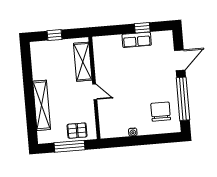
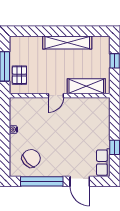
row of seats: (137, 40) -> (103, 163), moved
shelving: (42, 105) -> (67, 42), moved
chair: (161, 112) -> (31, 158), turned -43

